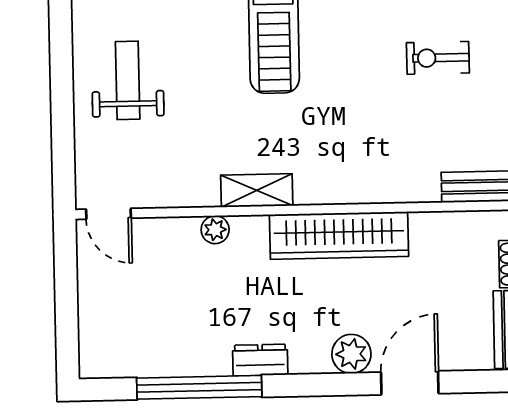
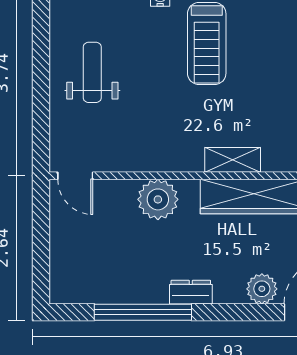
shelving: (257, 190) -> (233, 160), moved
plant: (215, 230) -> (158, 199), width x1.88, depth x1.88

